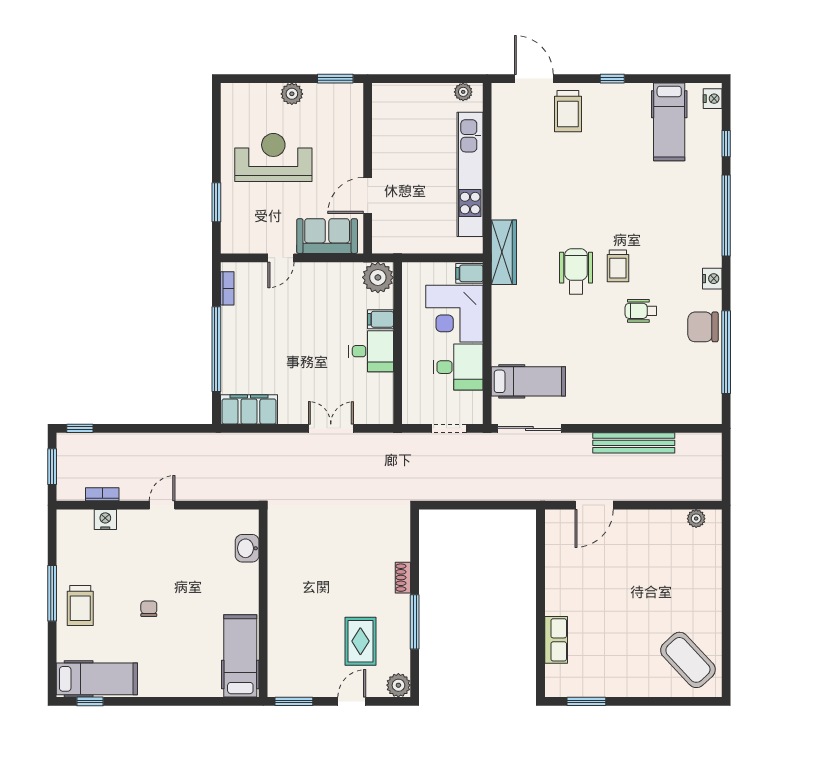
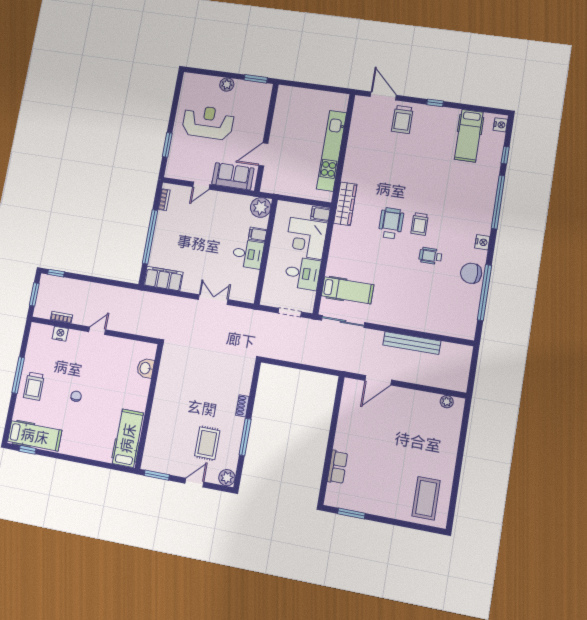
plant: (463, 92) -> (336, 98), removed
coffee table: (688, 660) -> (426, 498), turned 43

